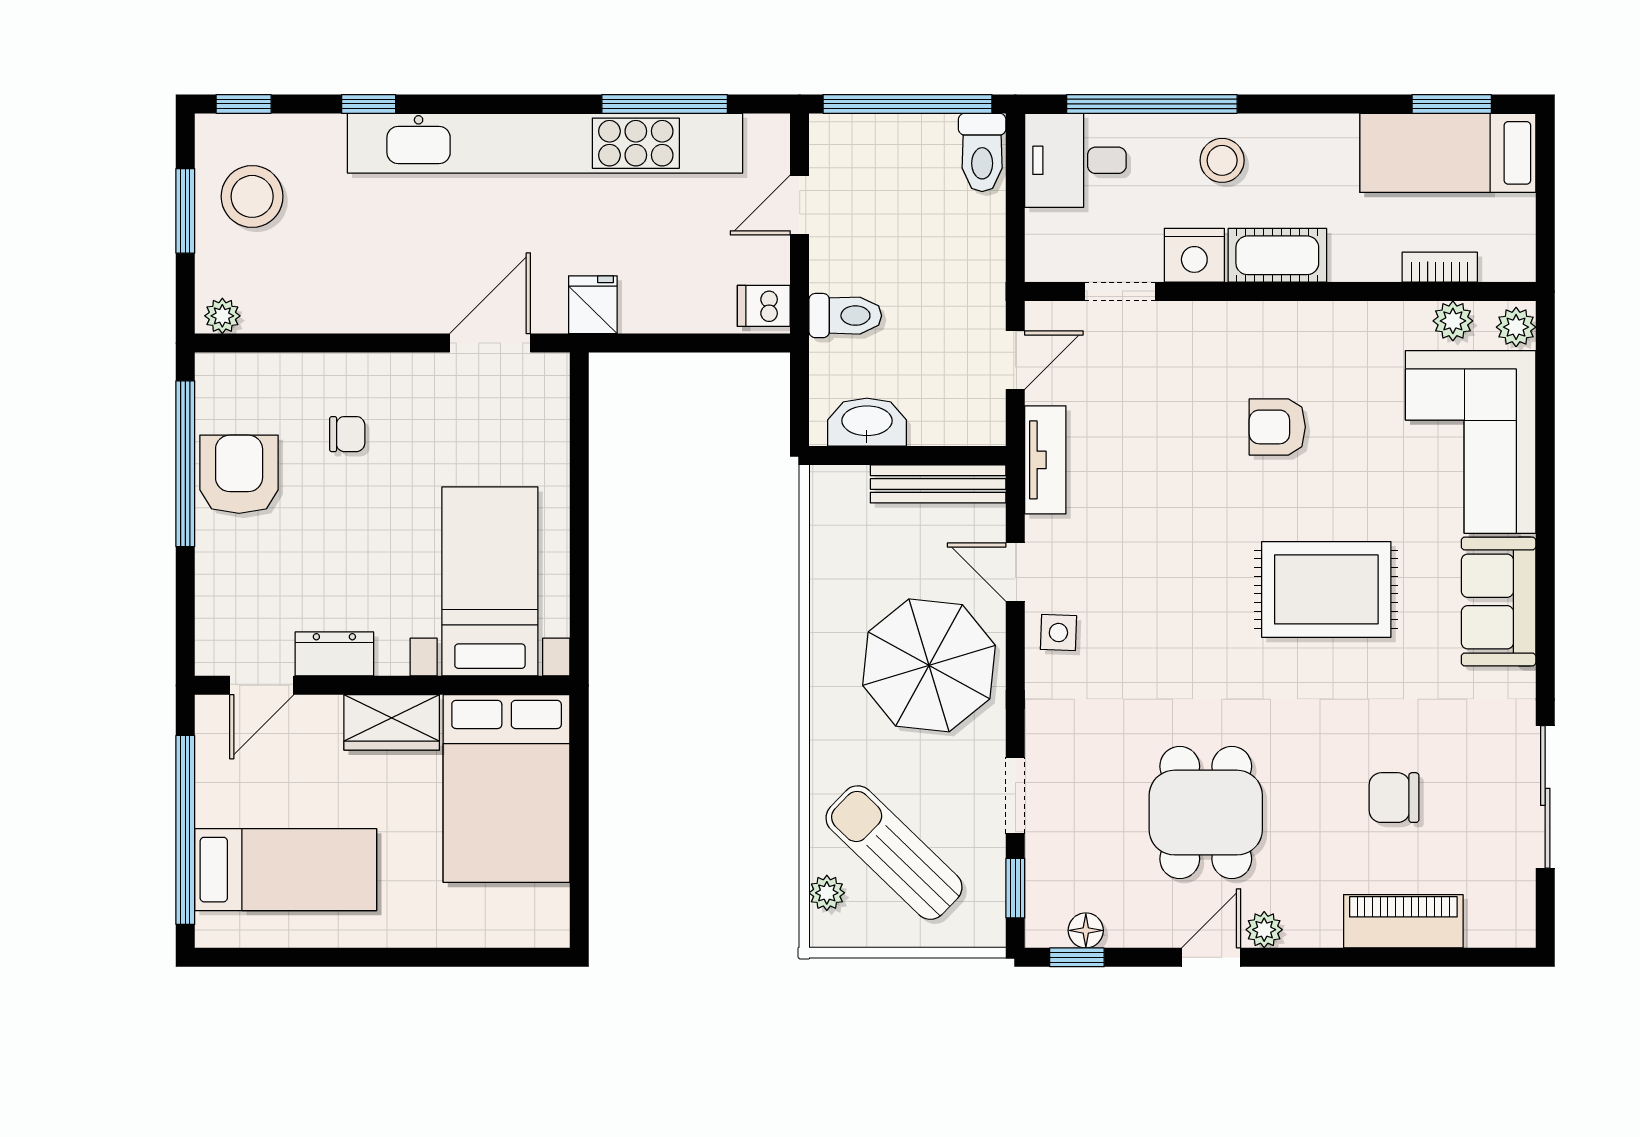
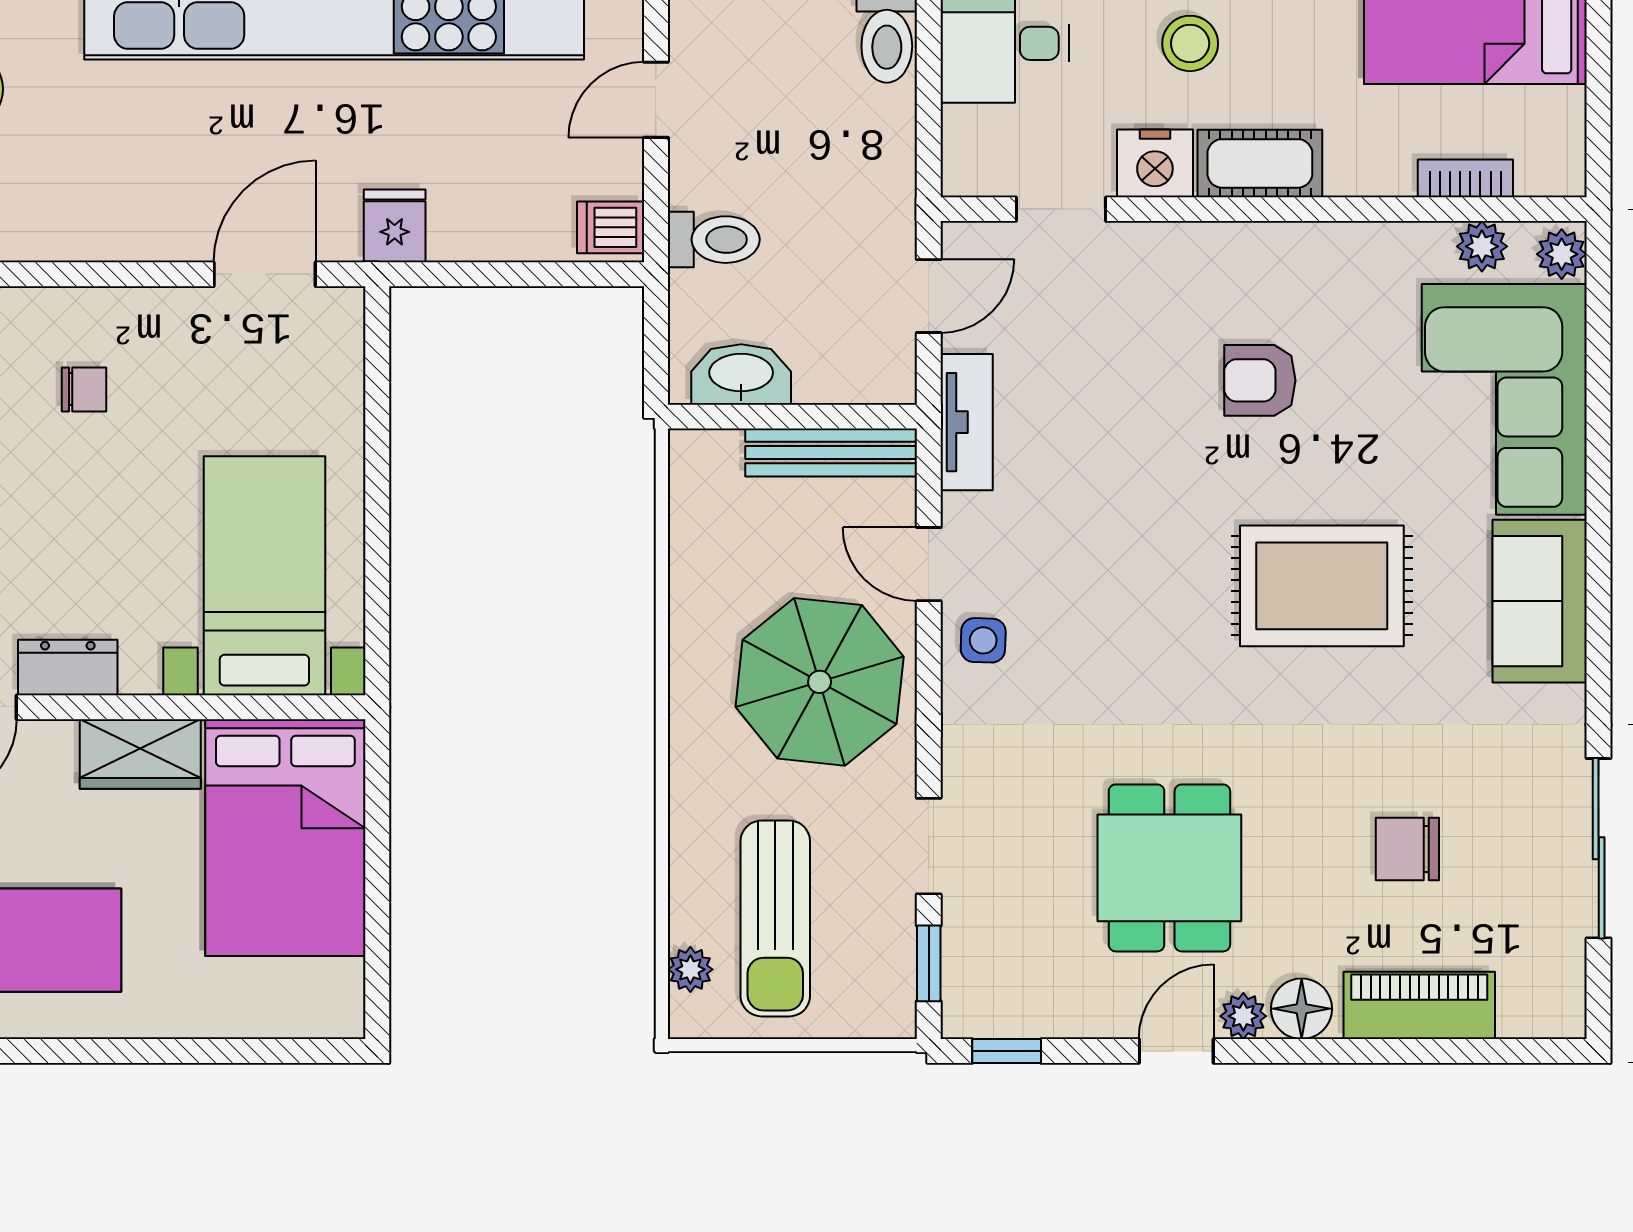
sun lounger: (894, 853) -> (775, 918), turned -134
floor lamp: (1086, 930) -> (1302, 1009), moved, width x1.37, depth x1.37

